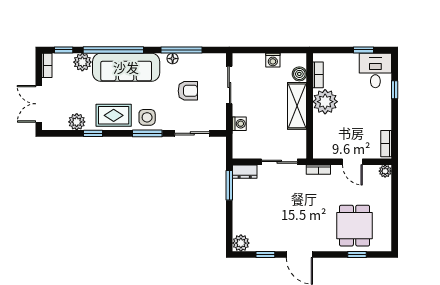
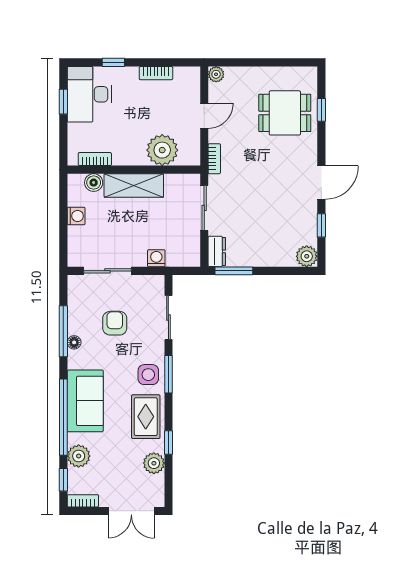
sofa: (126, 67) -> (85, 401), width x0.73
desk: (375, 70) -> (89, 94), width x1.37
plant: (325, 102) -> (162, 150), moved
bookcase: (386, 144) -> (156, 73), moved

